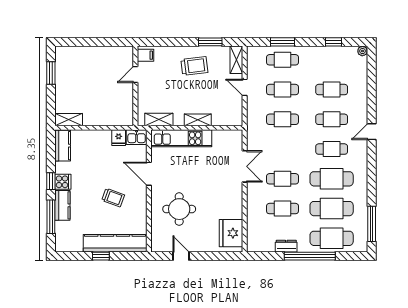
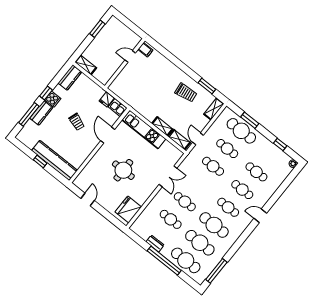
filing cabinet: (146, 55) -> (145, 50), moved
cafe table: (282, 60) -> (241, 131), width x1.37, depth x1.35
door: (135, 74) -> (130, 56), moved
wall: (135, 86) -> (125, 63), moved
door: (245, 87) -> (198, 139), moved
shelving: (159, 119) -> (179, 140), moved
trolley: (113, 198) -> (77, 122), moved
round table: (179, 209) -> (123, 170), moved

